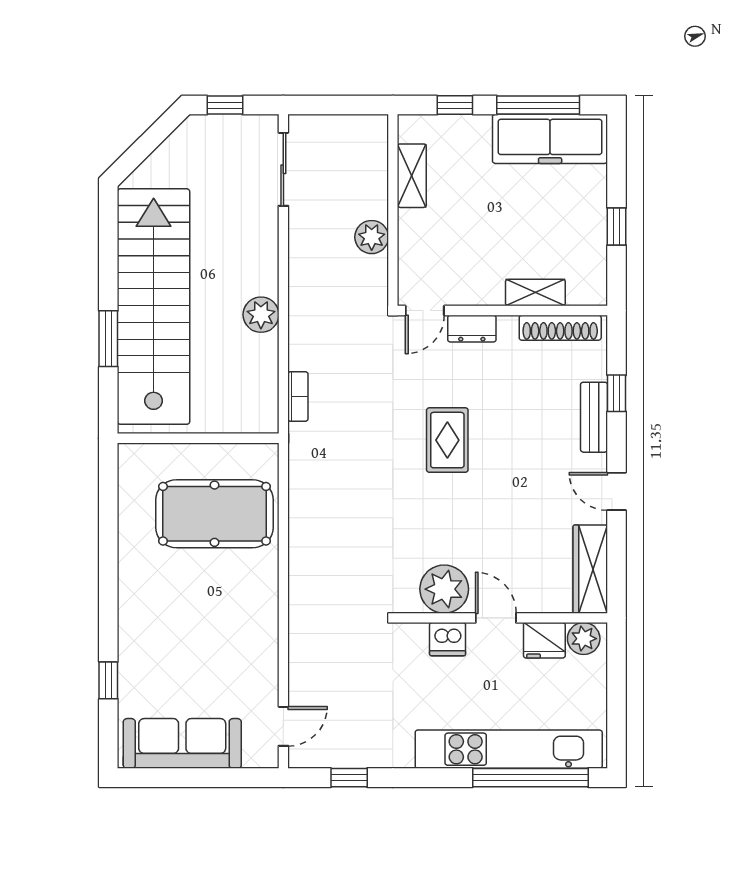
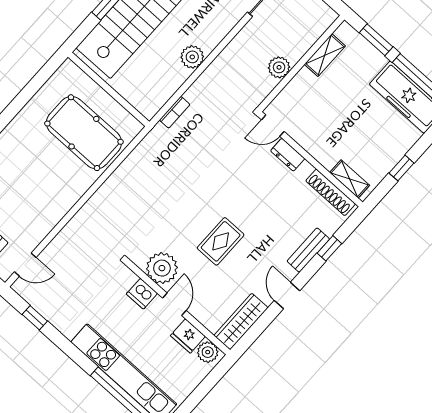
window: (455, 105) -> (376, 40), width x1.50
shelving: (535, 293) -> (350, 179), moved
rug: (447, 440) -> (221, 241), moved

